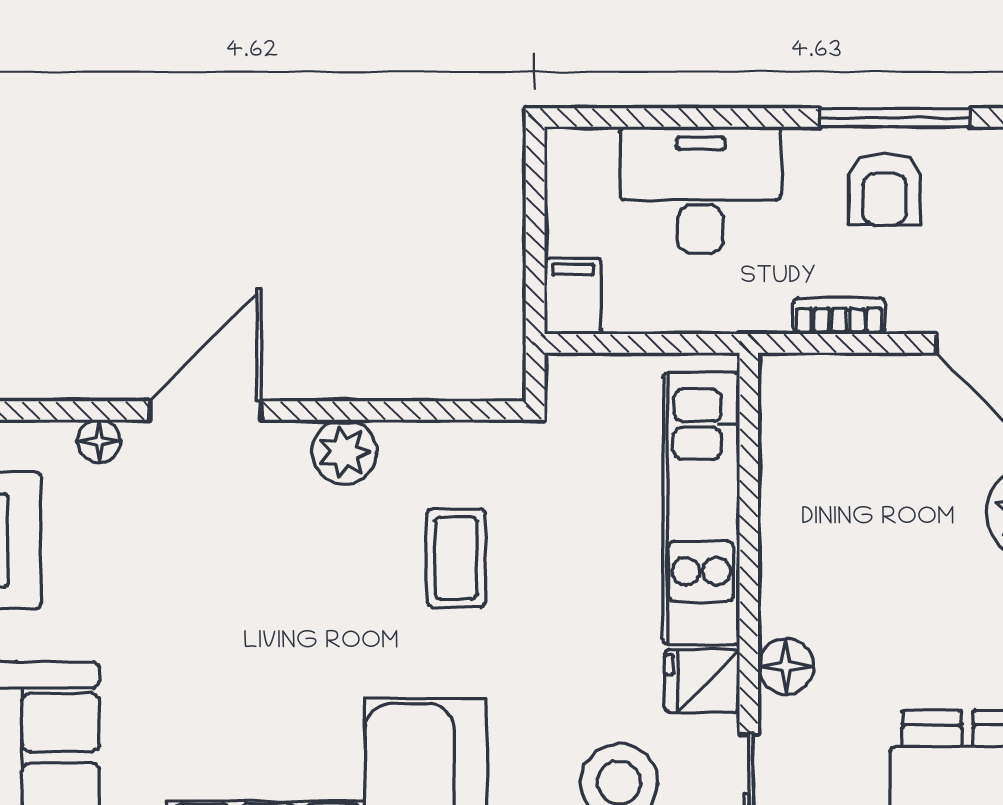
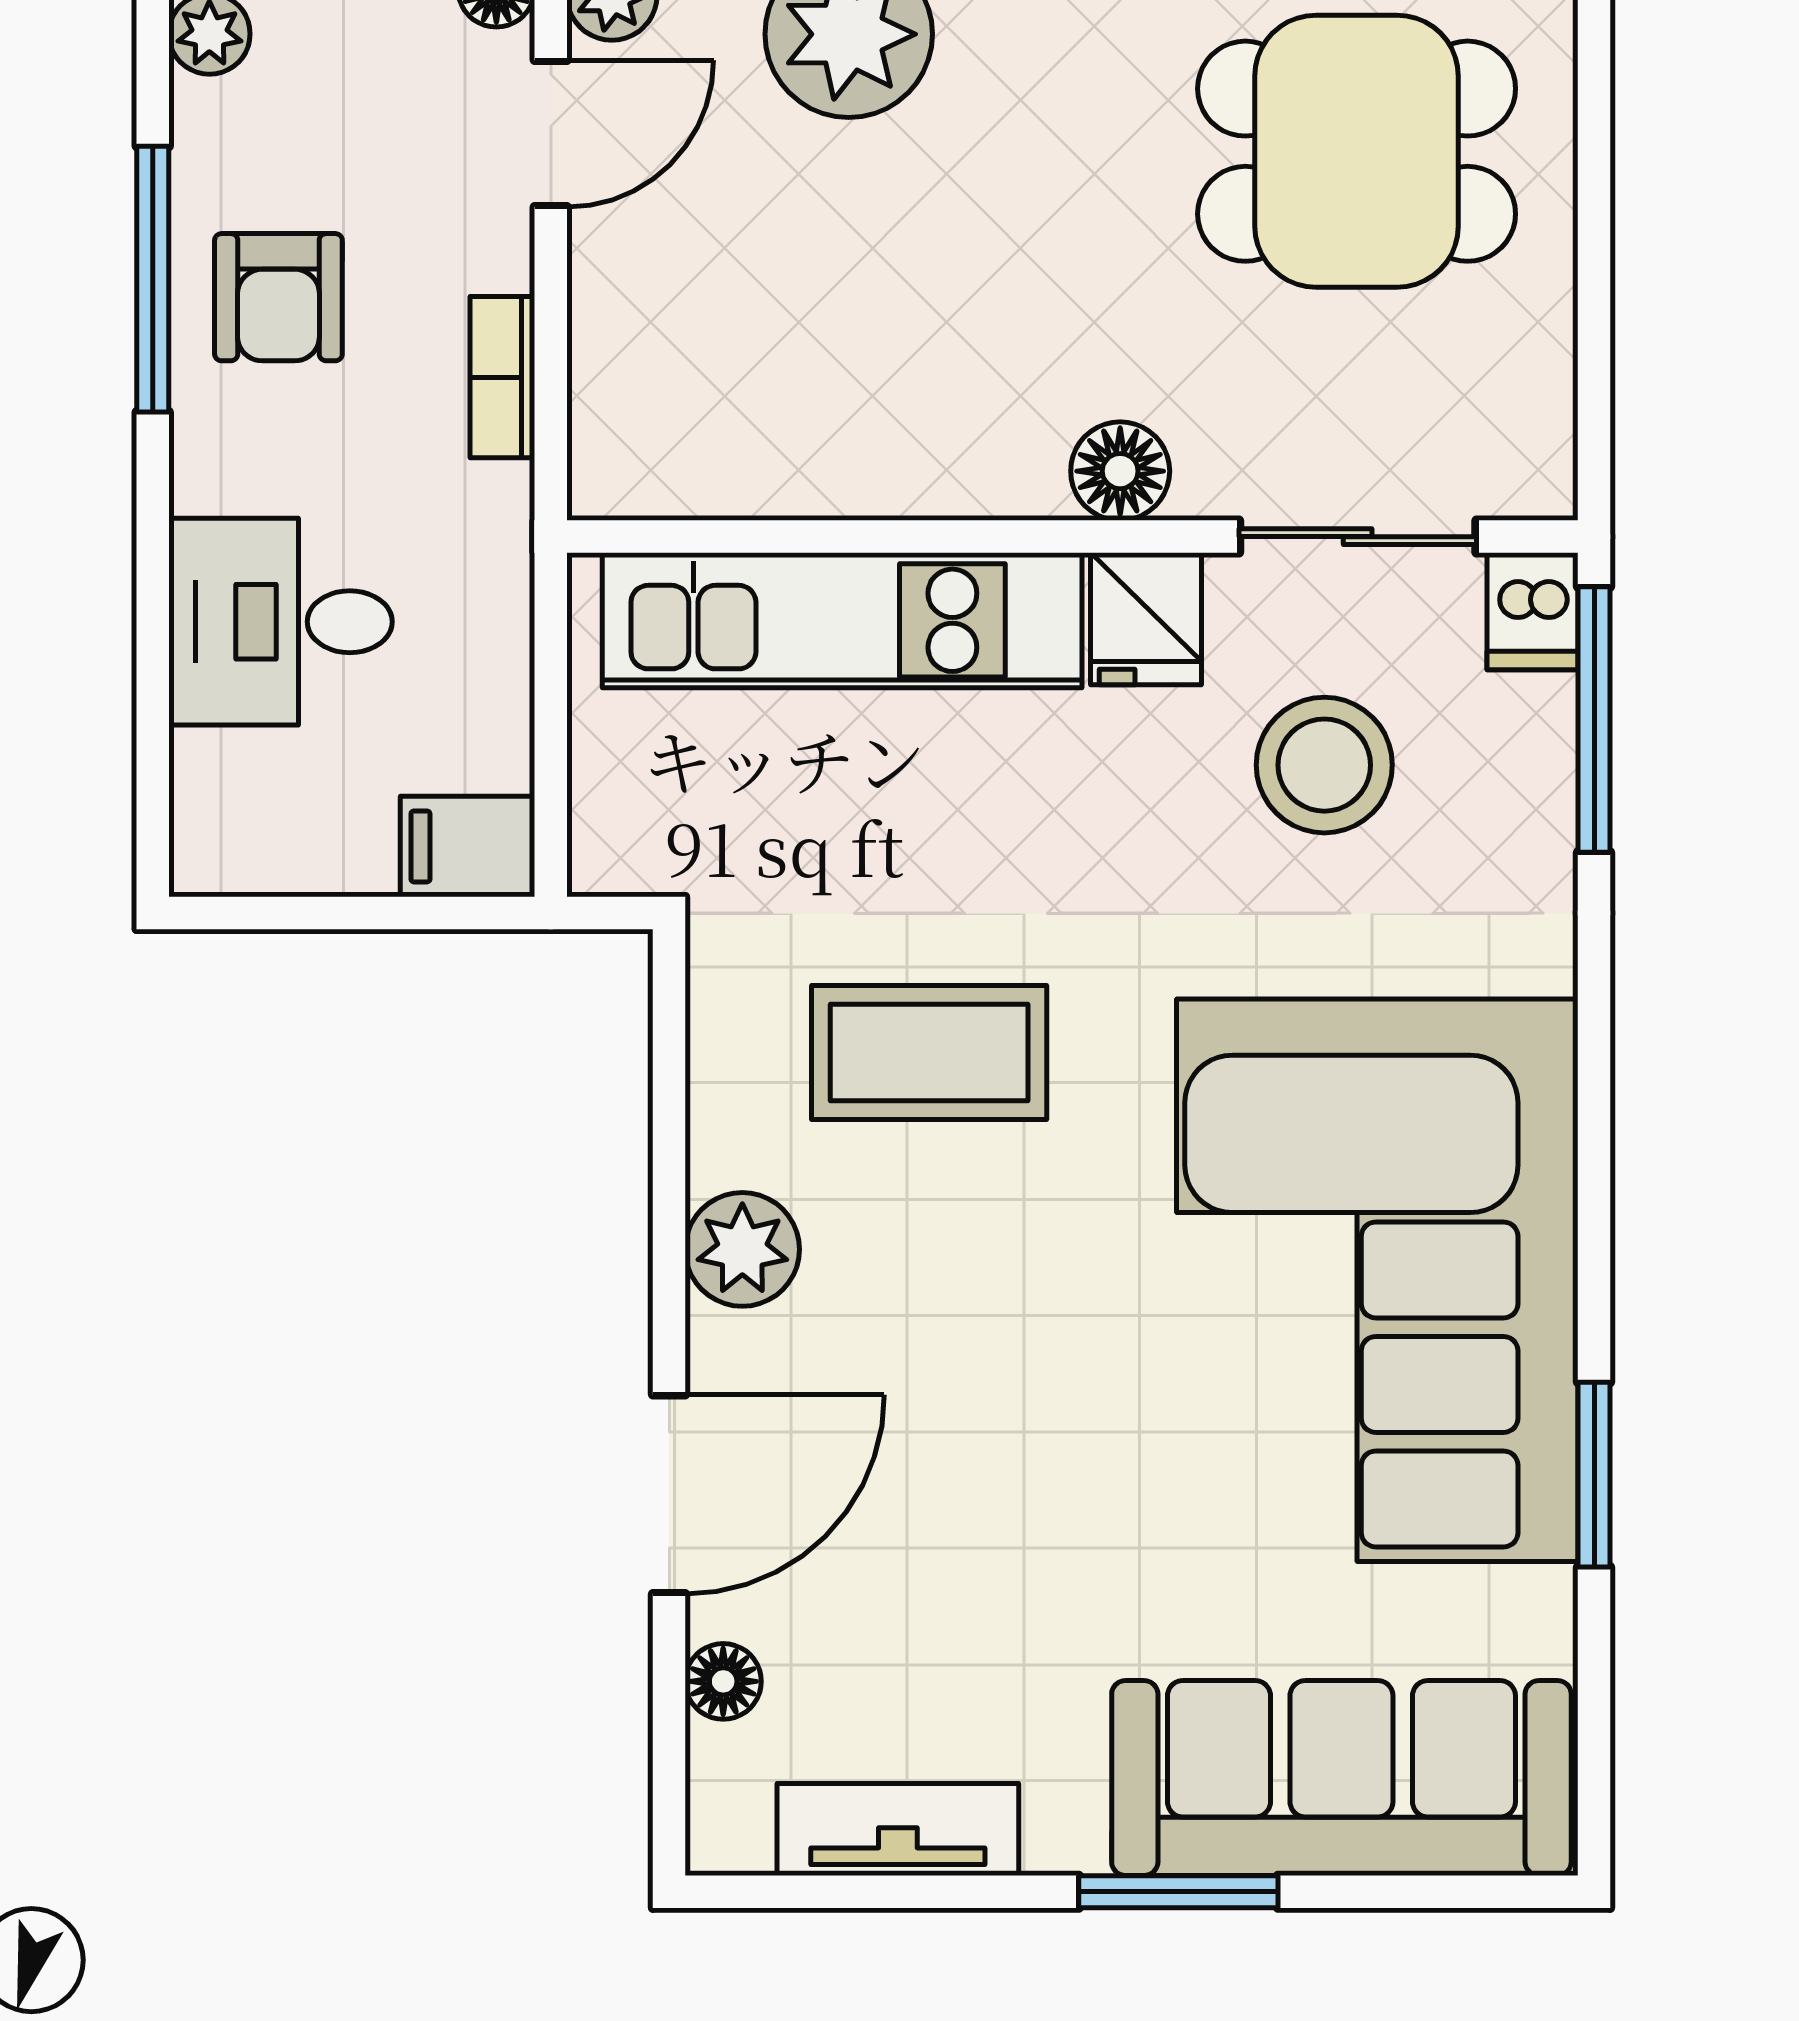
armchair: (885, 189) -> (278, 297), turned 90
desk: (700, 190) -> (281, 622), width x0.73
door: (205, 411) -> (669, 1494), swing flipped
coffee table: (456, 558) -> (929, 1053), width x1.36, depth x1.30

